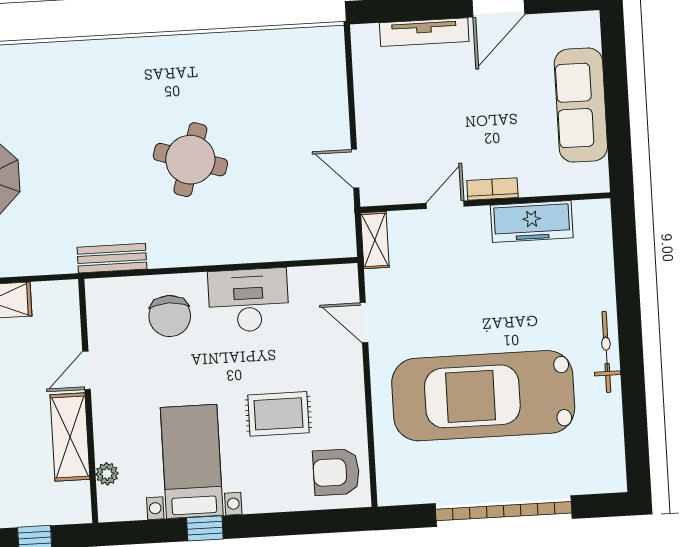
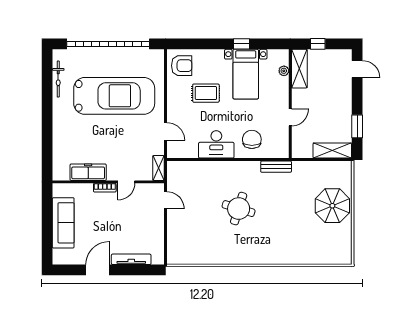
bicycle: (606, 352) -> (58, 79), moved
shelving: (70, 437) -> (299, 69), moved
garage door: (504, 511) -> (108, 44), width x1.36

